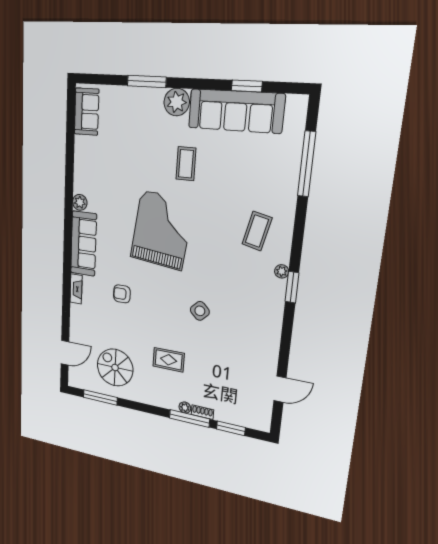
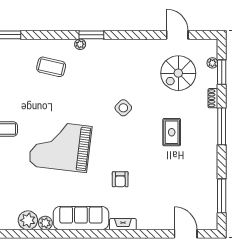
plant: (83, 182) -> (28, 220), added
spiral stairs: (115, 368) -> (178, 73), moved
plant: (185, 408) -> (212, 63), moved
window: (189, 418) -> (222, 126), moved

